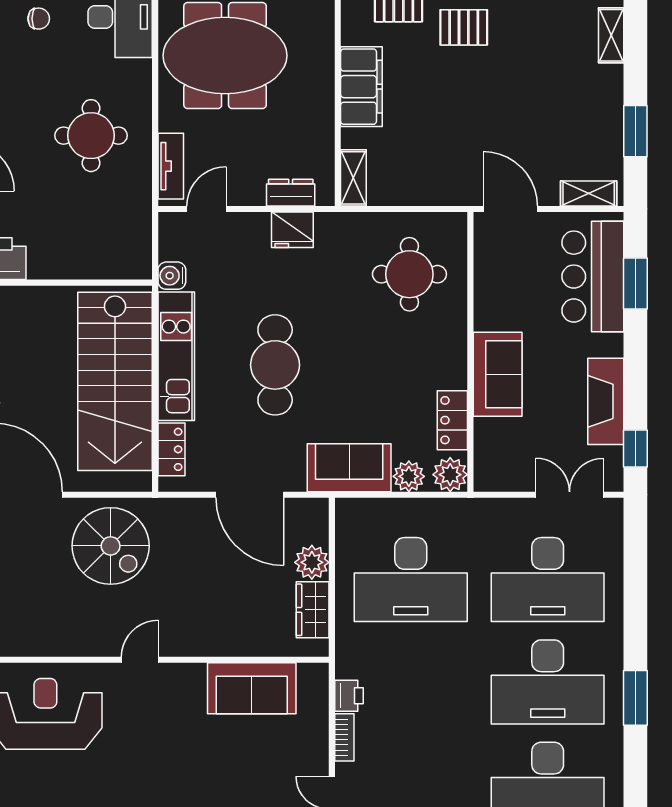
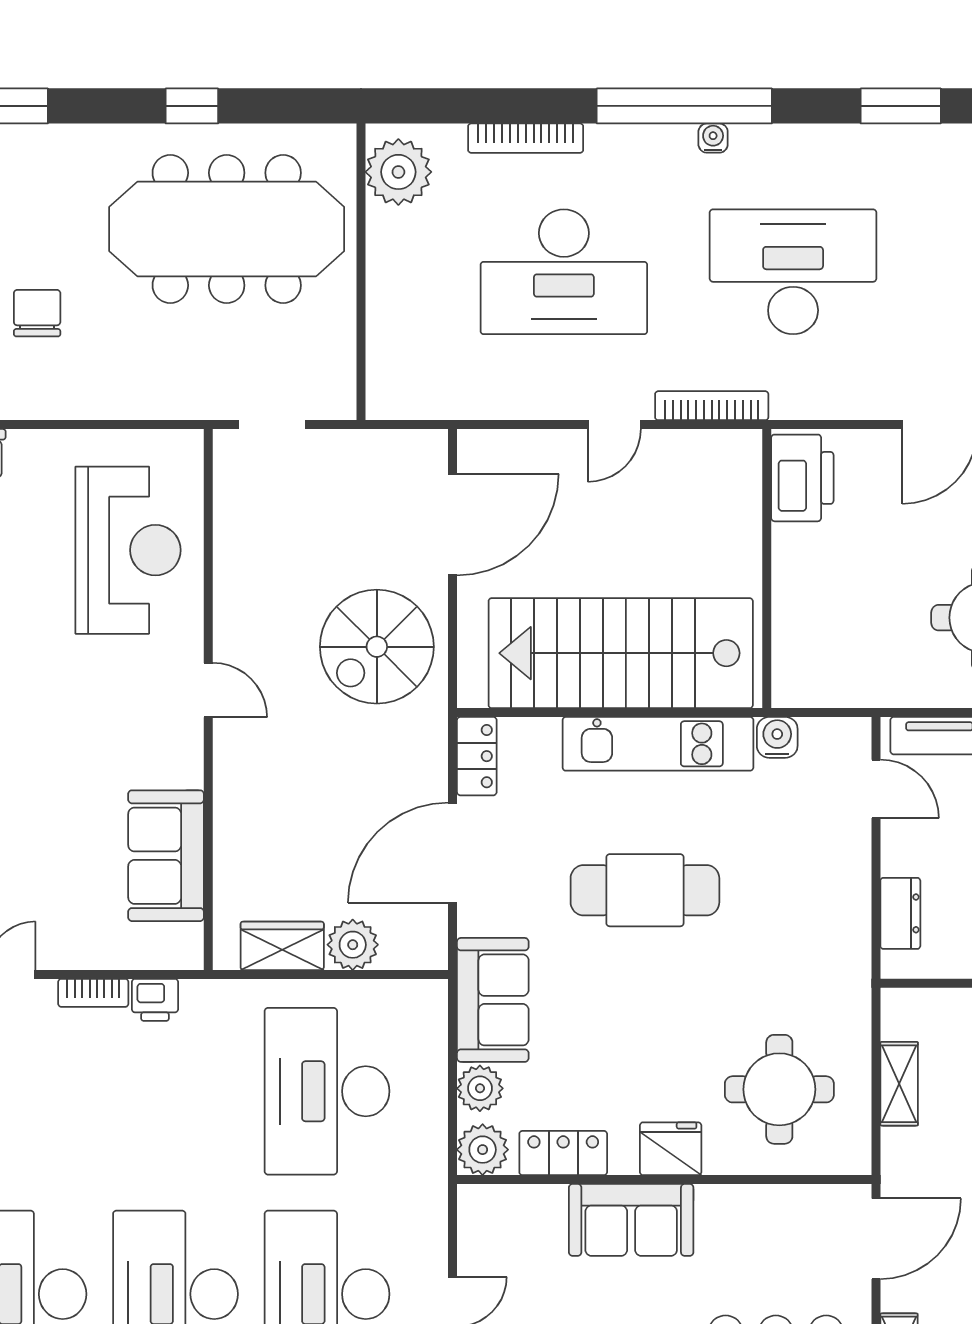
shelving: (353, 178) -> (899, 1084), moved, turned 90
fridge: (292, 230) -> (671, 1149), moved, turned 90
locker: (171, 449) -> (477, 756), moved, turned -90

